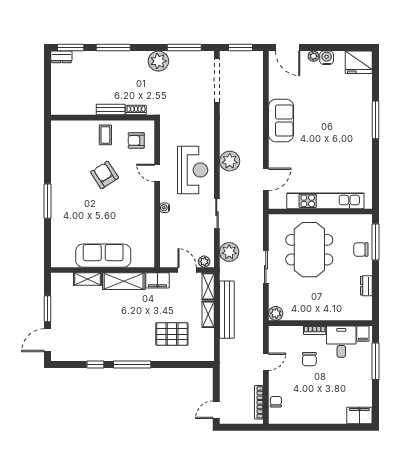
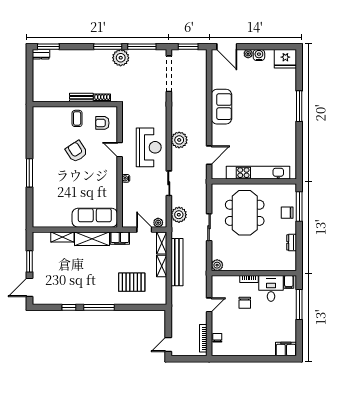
window: (113, 48) -> (108, 47), moved
sofa: (103, 256) -> (95, 218), moved

